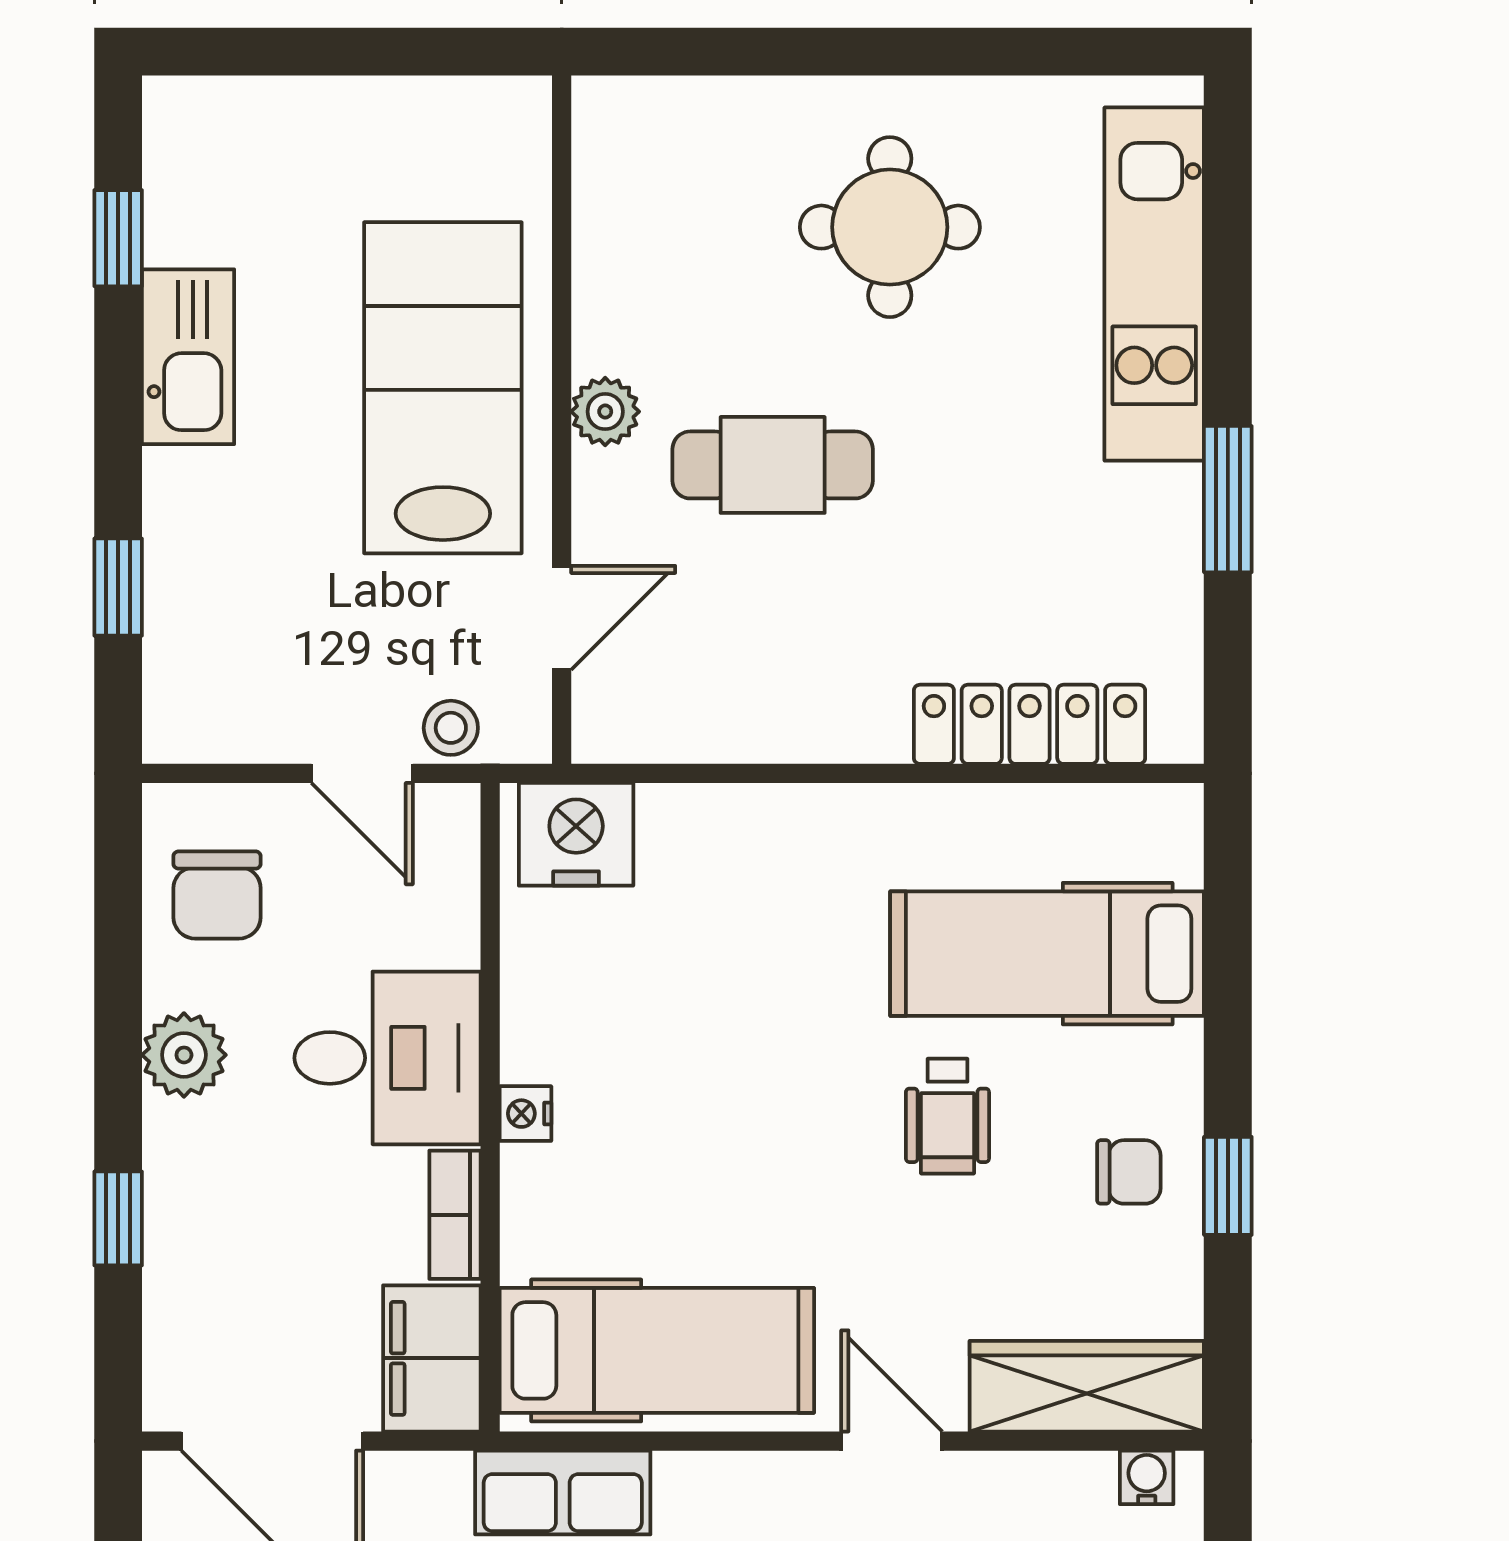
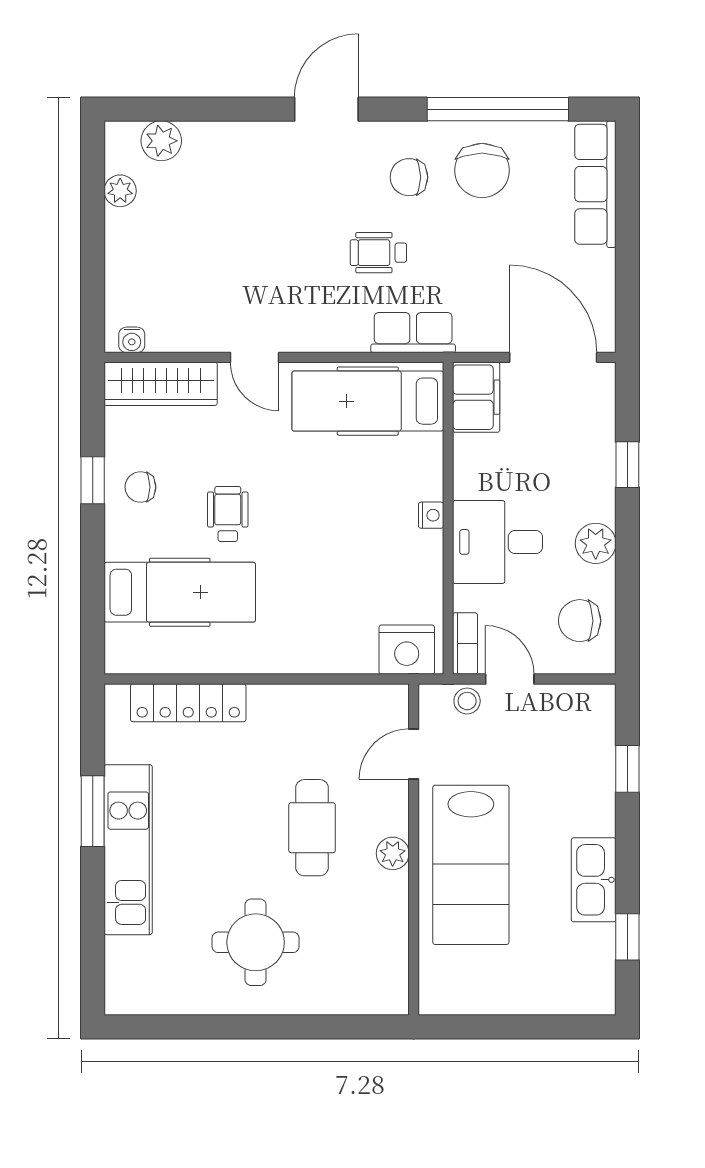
kitchen unit: (1154, 284) -> (128, 850), moved
cafe table: (773, 465) -> (312, 828), turned 90
chair: (217, 895) -> (580, 621), turned -90
bookcase: (455, 1215) -> (465, 644), moved

